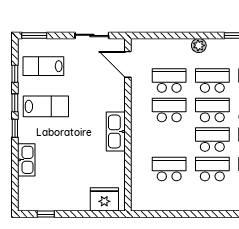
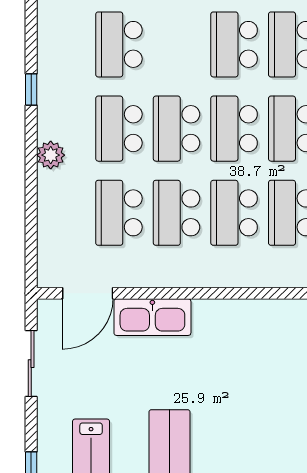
kitchen sink: (116, 132) -> (152, 317), moved
school desk: (169, 140) -> (234, 213), added

